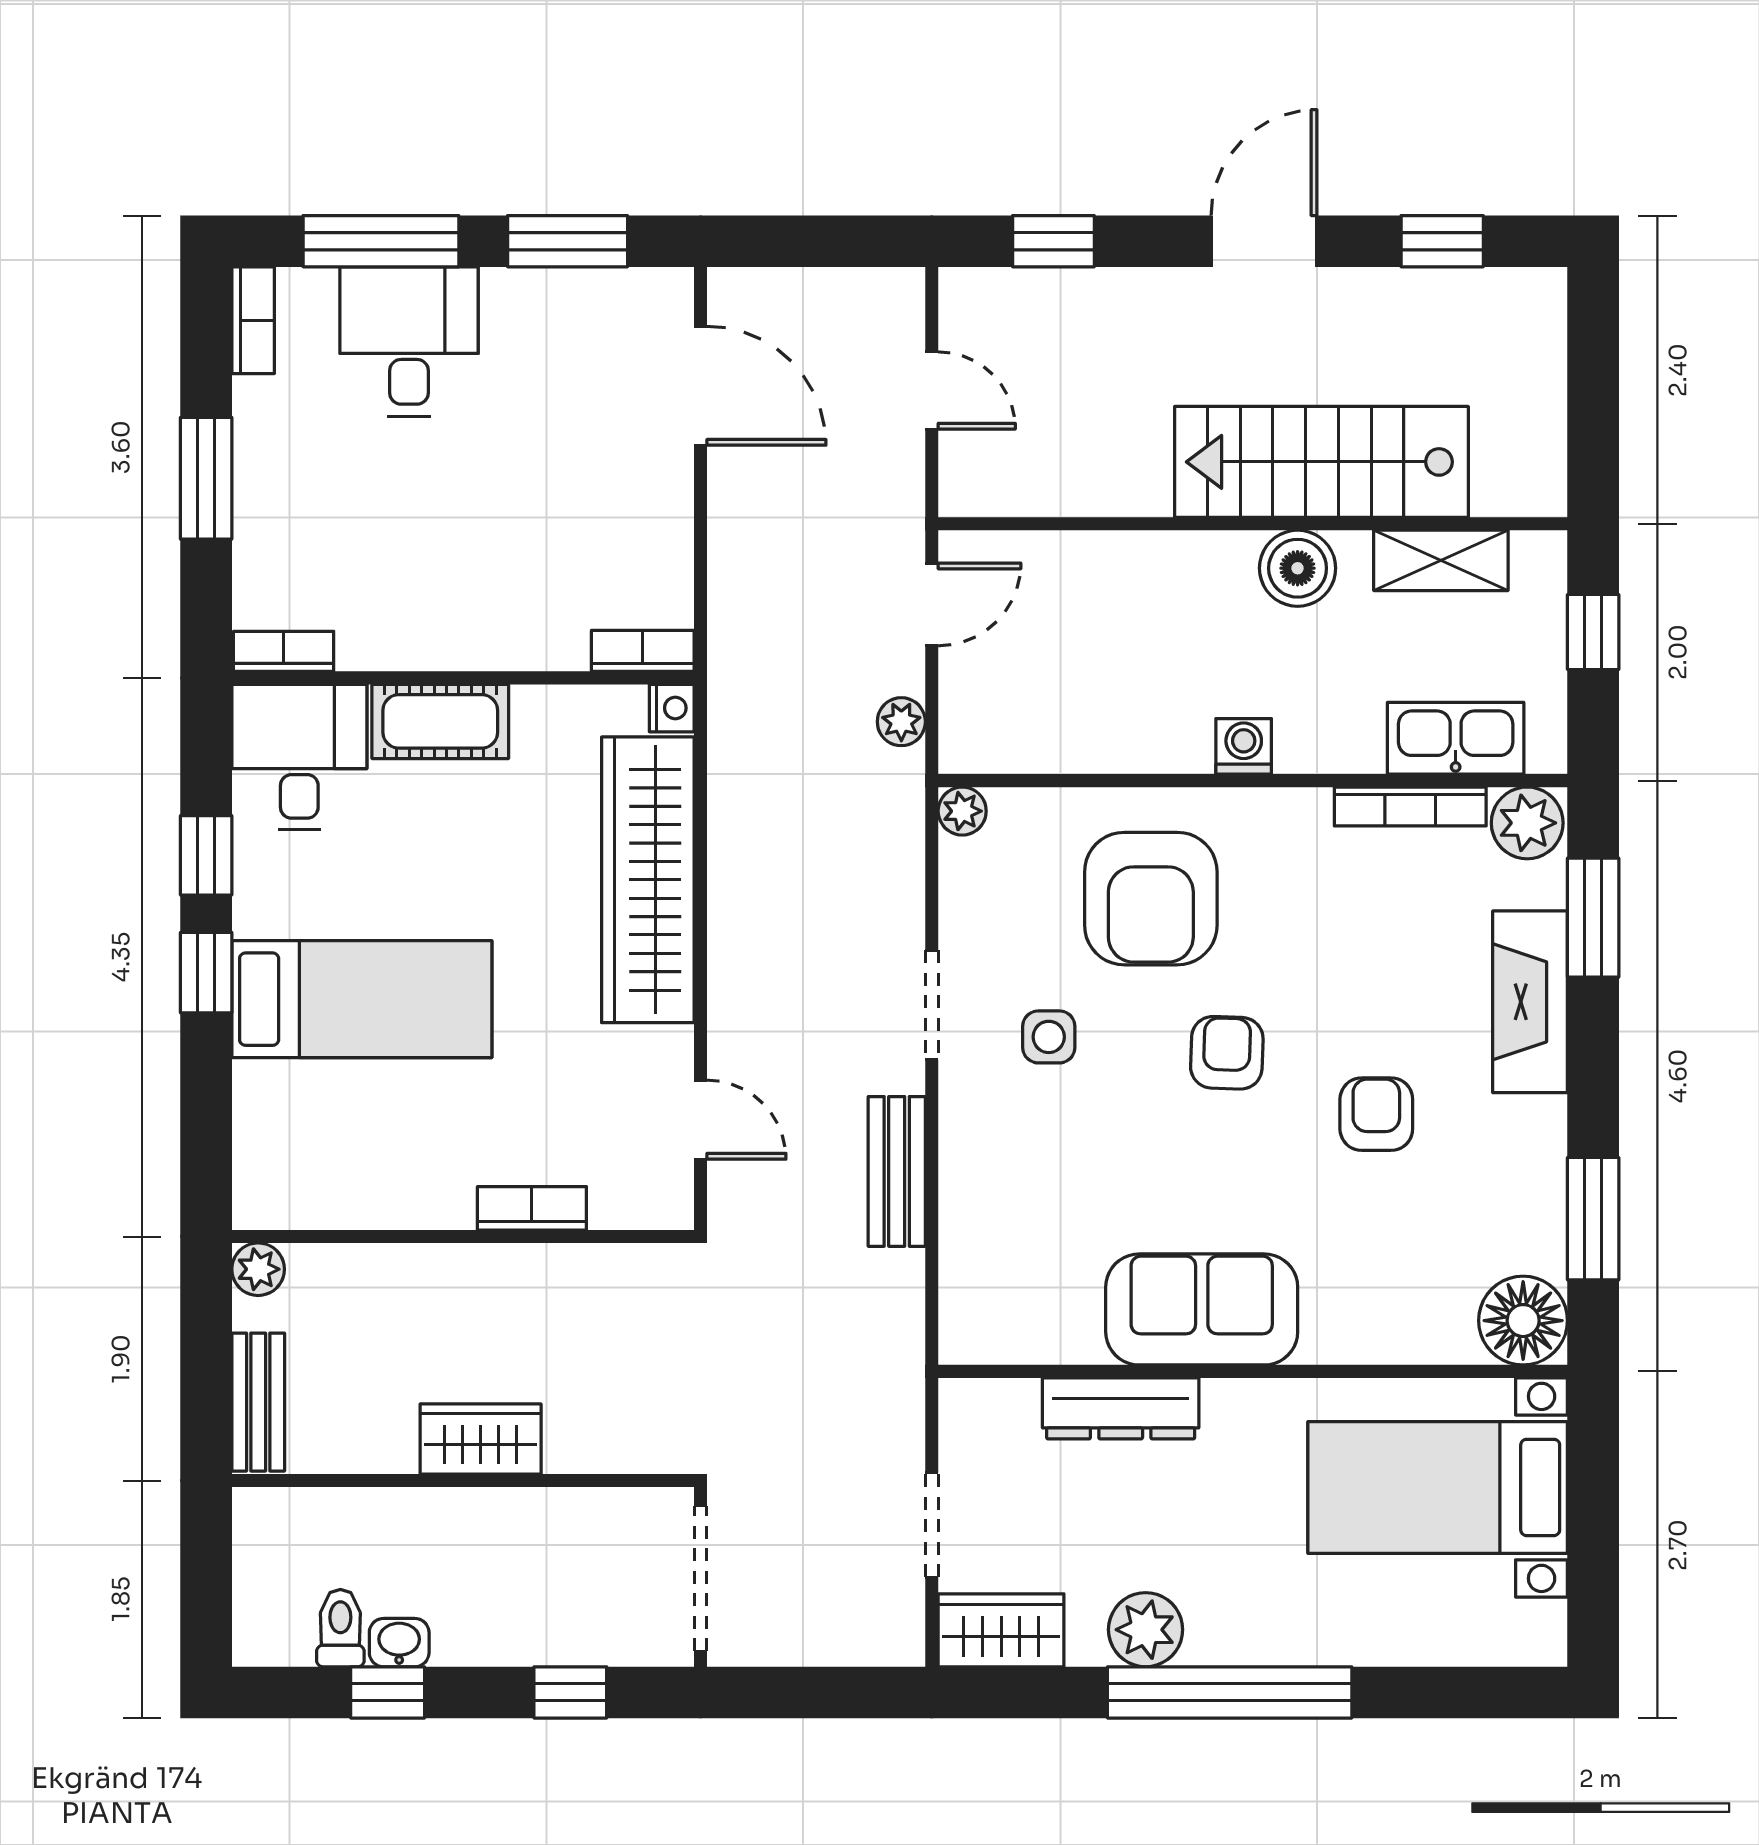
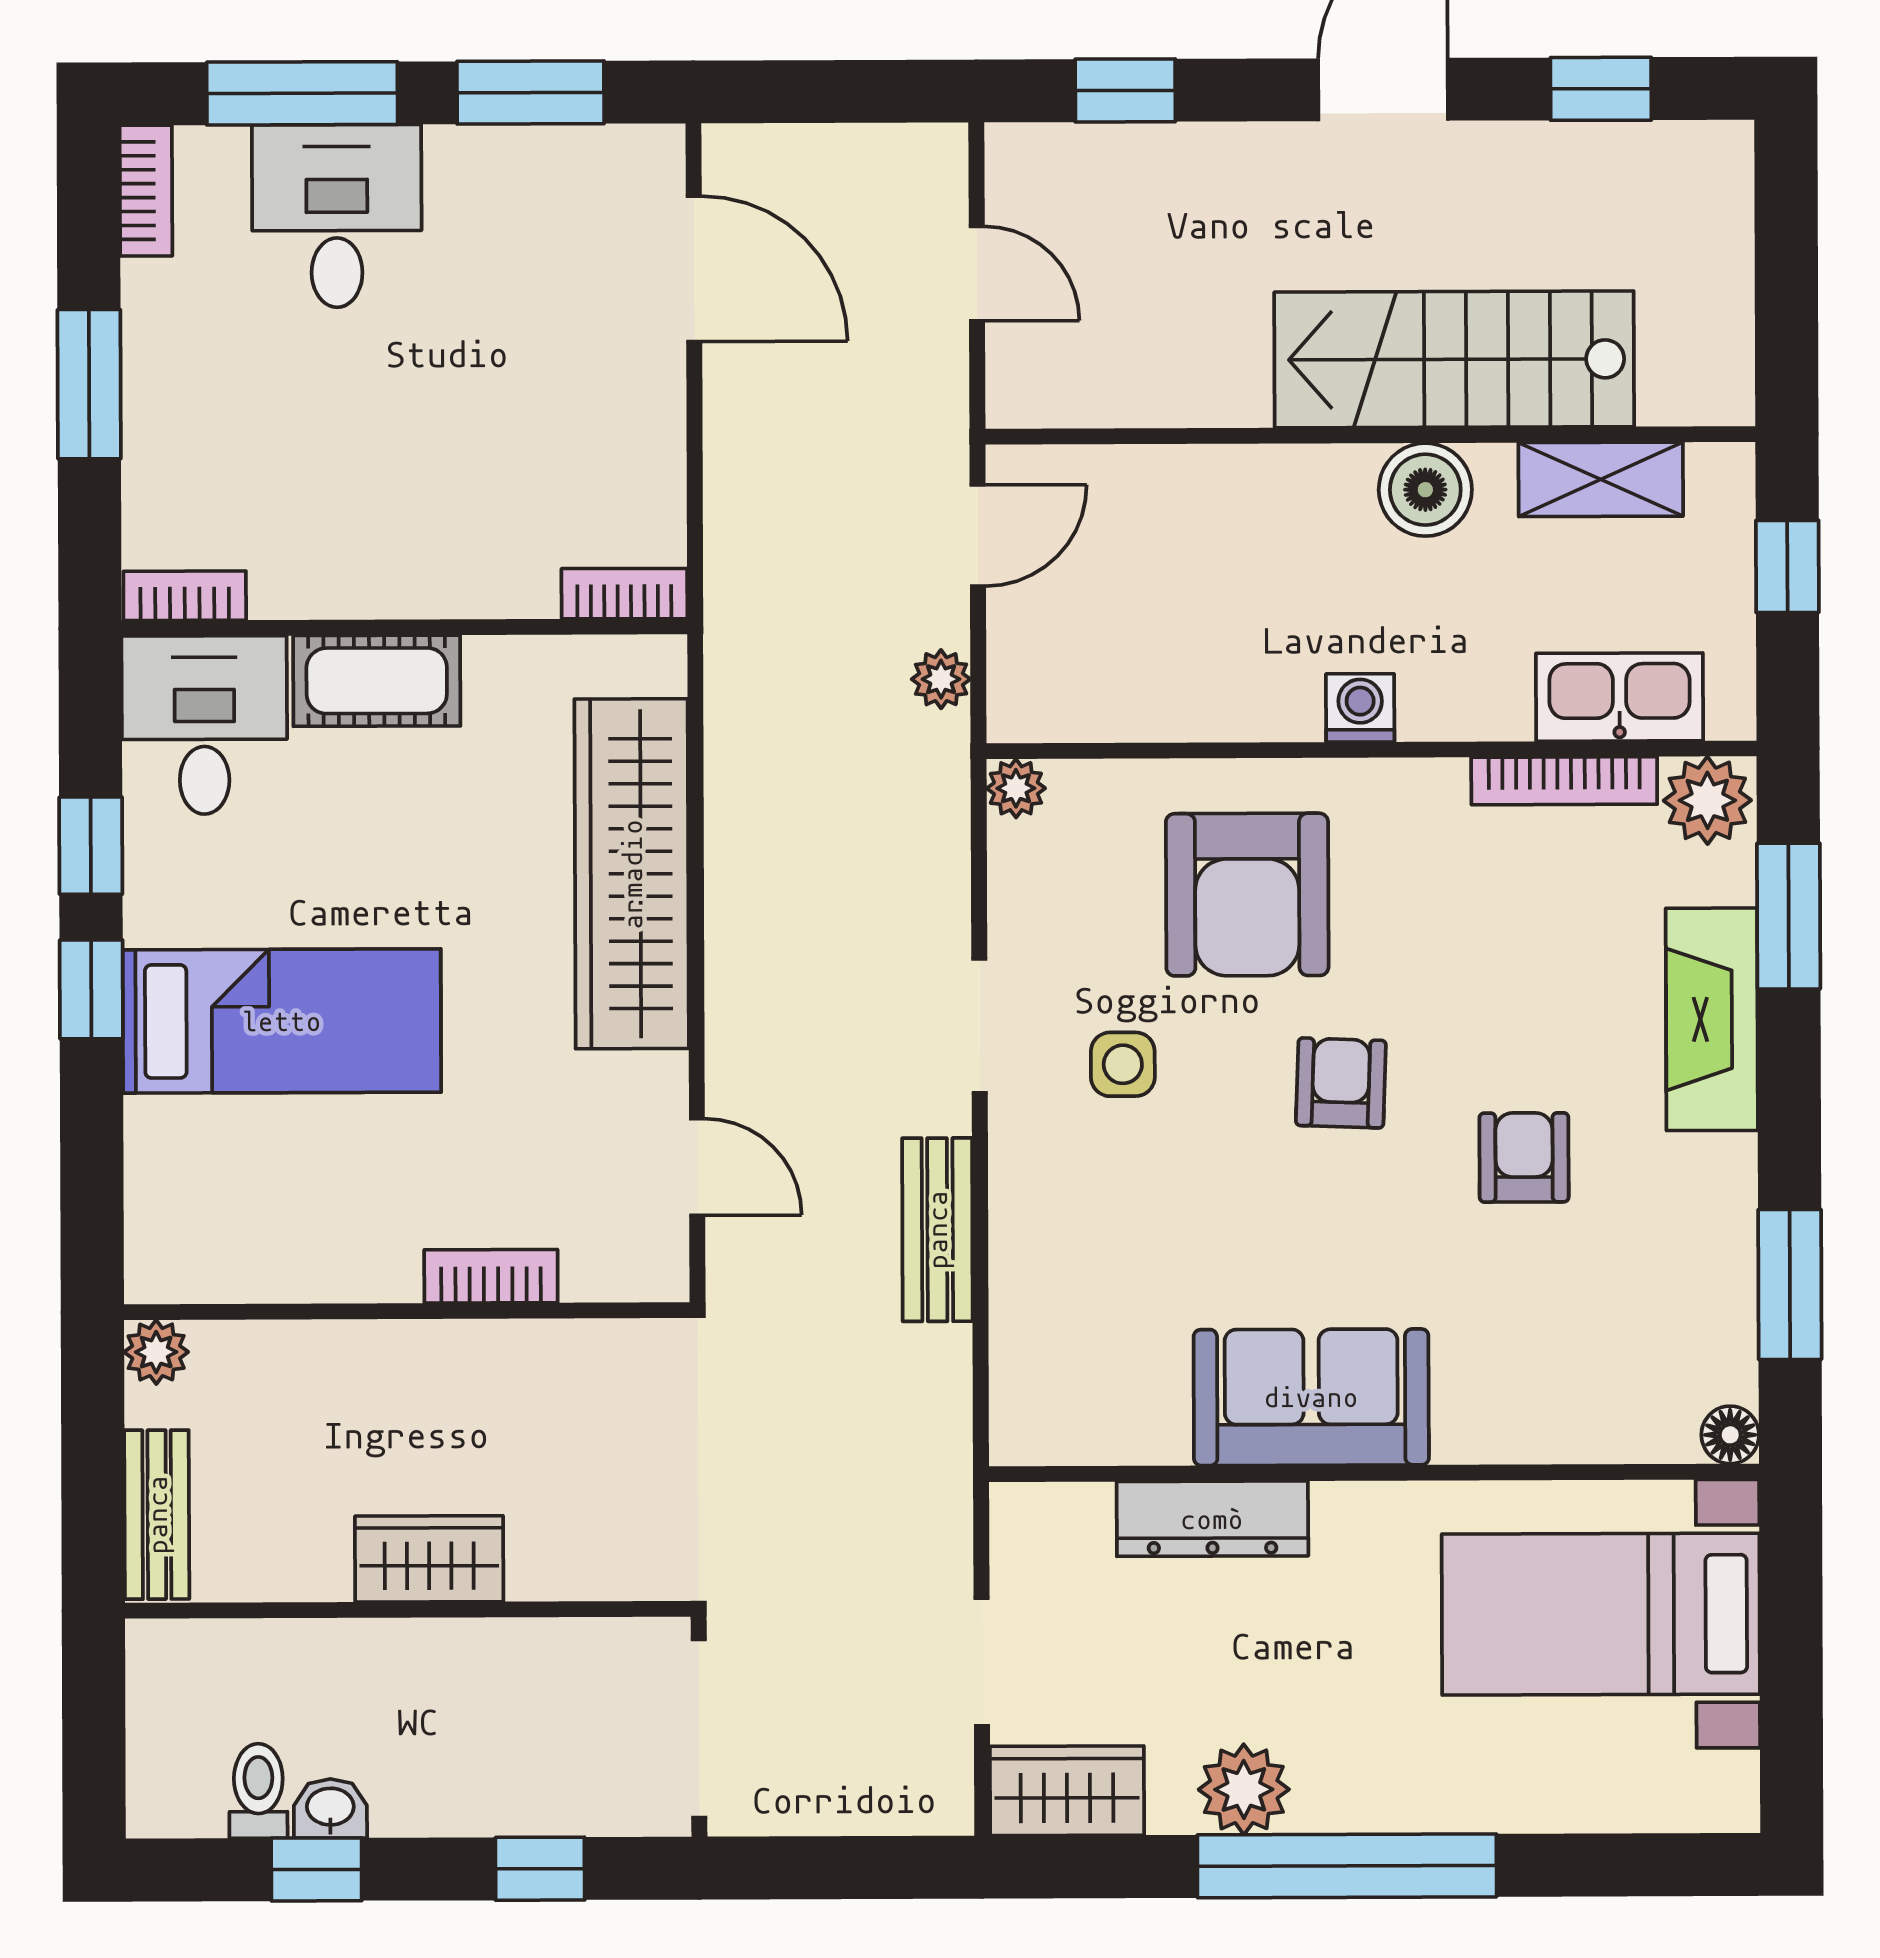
nightstand: (672, 708) -> (660, 663), removed
floor lamp: (1523, 1321) -> (1730, 1435), width x0.53, depth x0.53

